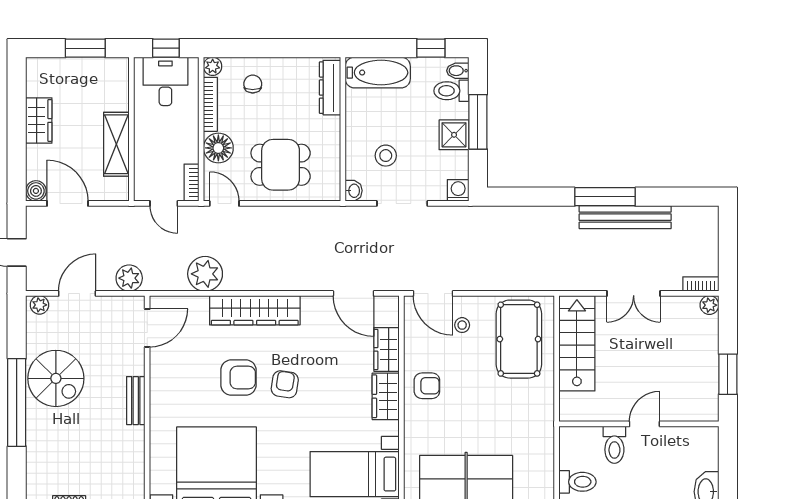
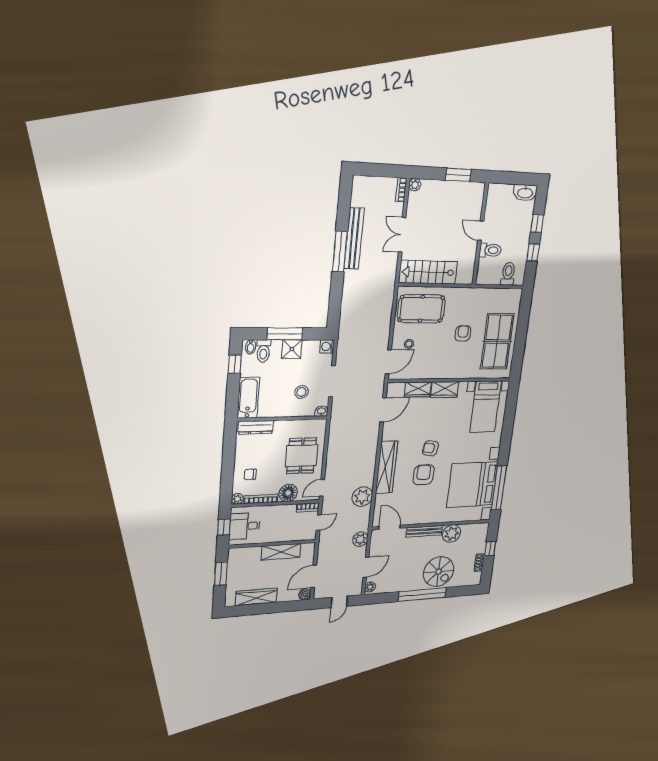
wardrobe: (39, 120) -> (256, 597), width x1.50
door: (77, 293) -> (366, 567), swing flipped
double door: (634, 293) -> (402, 235), swing flipped
spiral stairs: (56, 378) -> (439, 572), moved, turned 90
armchair: (427, 386) -> (463, 333), moved
bench: (136, 401) -> (424, 531), width x1.36
plant: (128, 443) -> (452, 533), added

